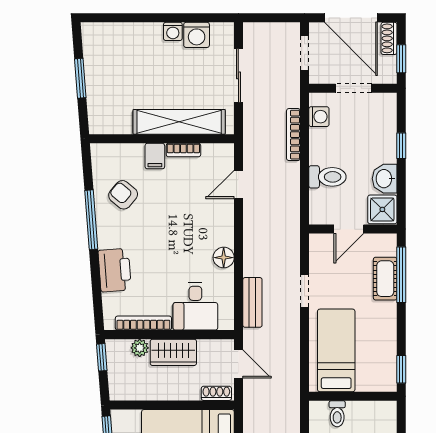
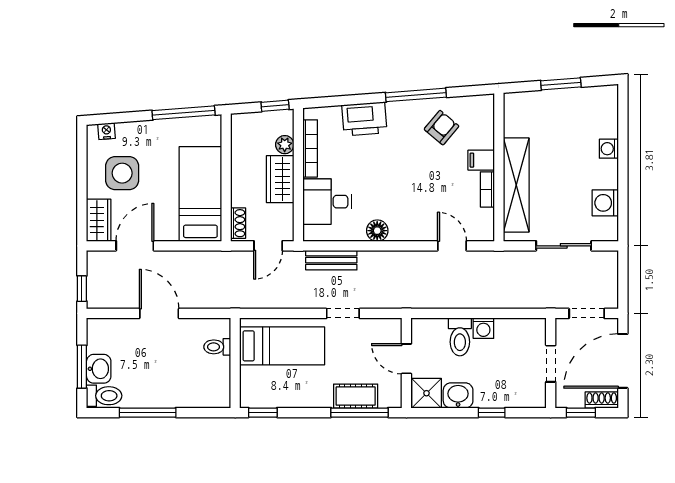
washing machine: (173, 31) -> (609, 149), moved
washing machine: (319, 117) -> (483, 328), moved
bookcase: (293, 135) -> (503, 302), removed

